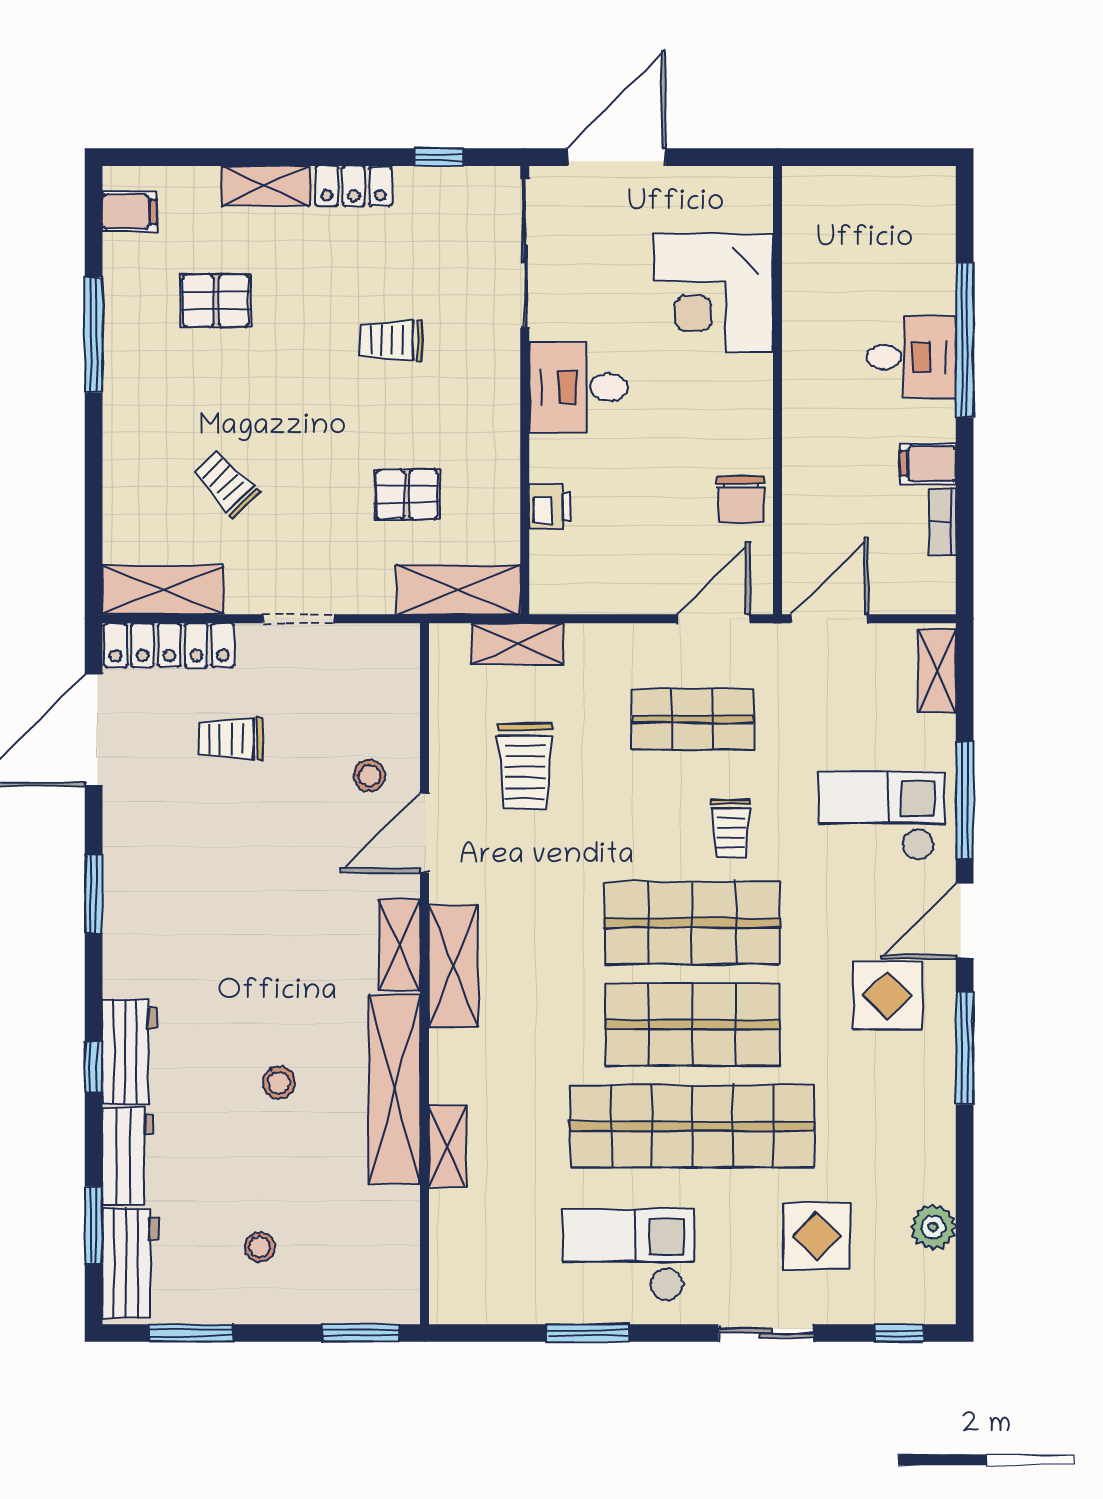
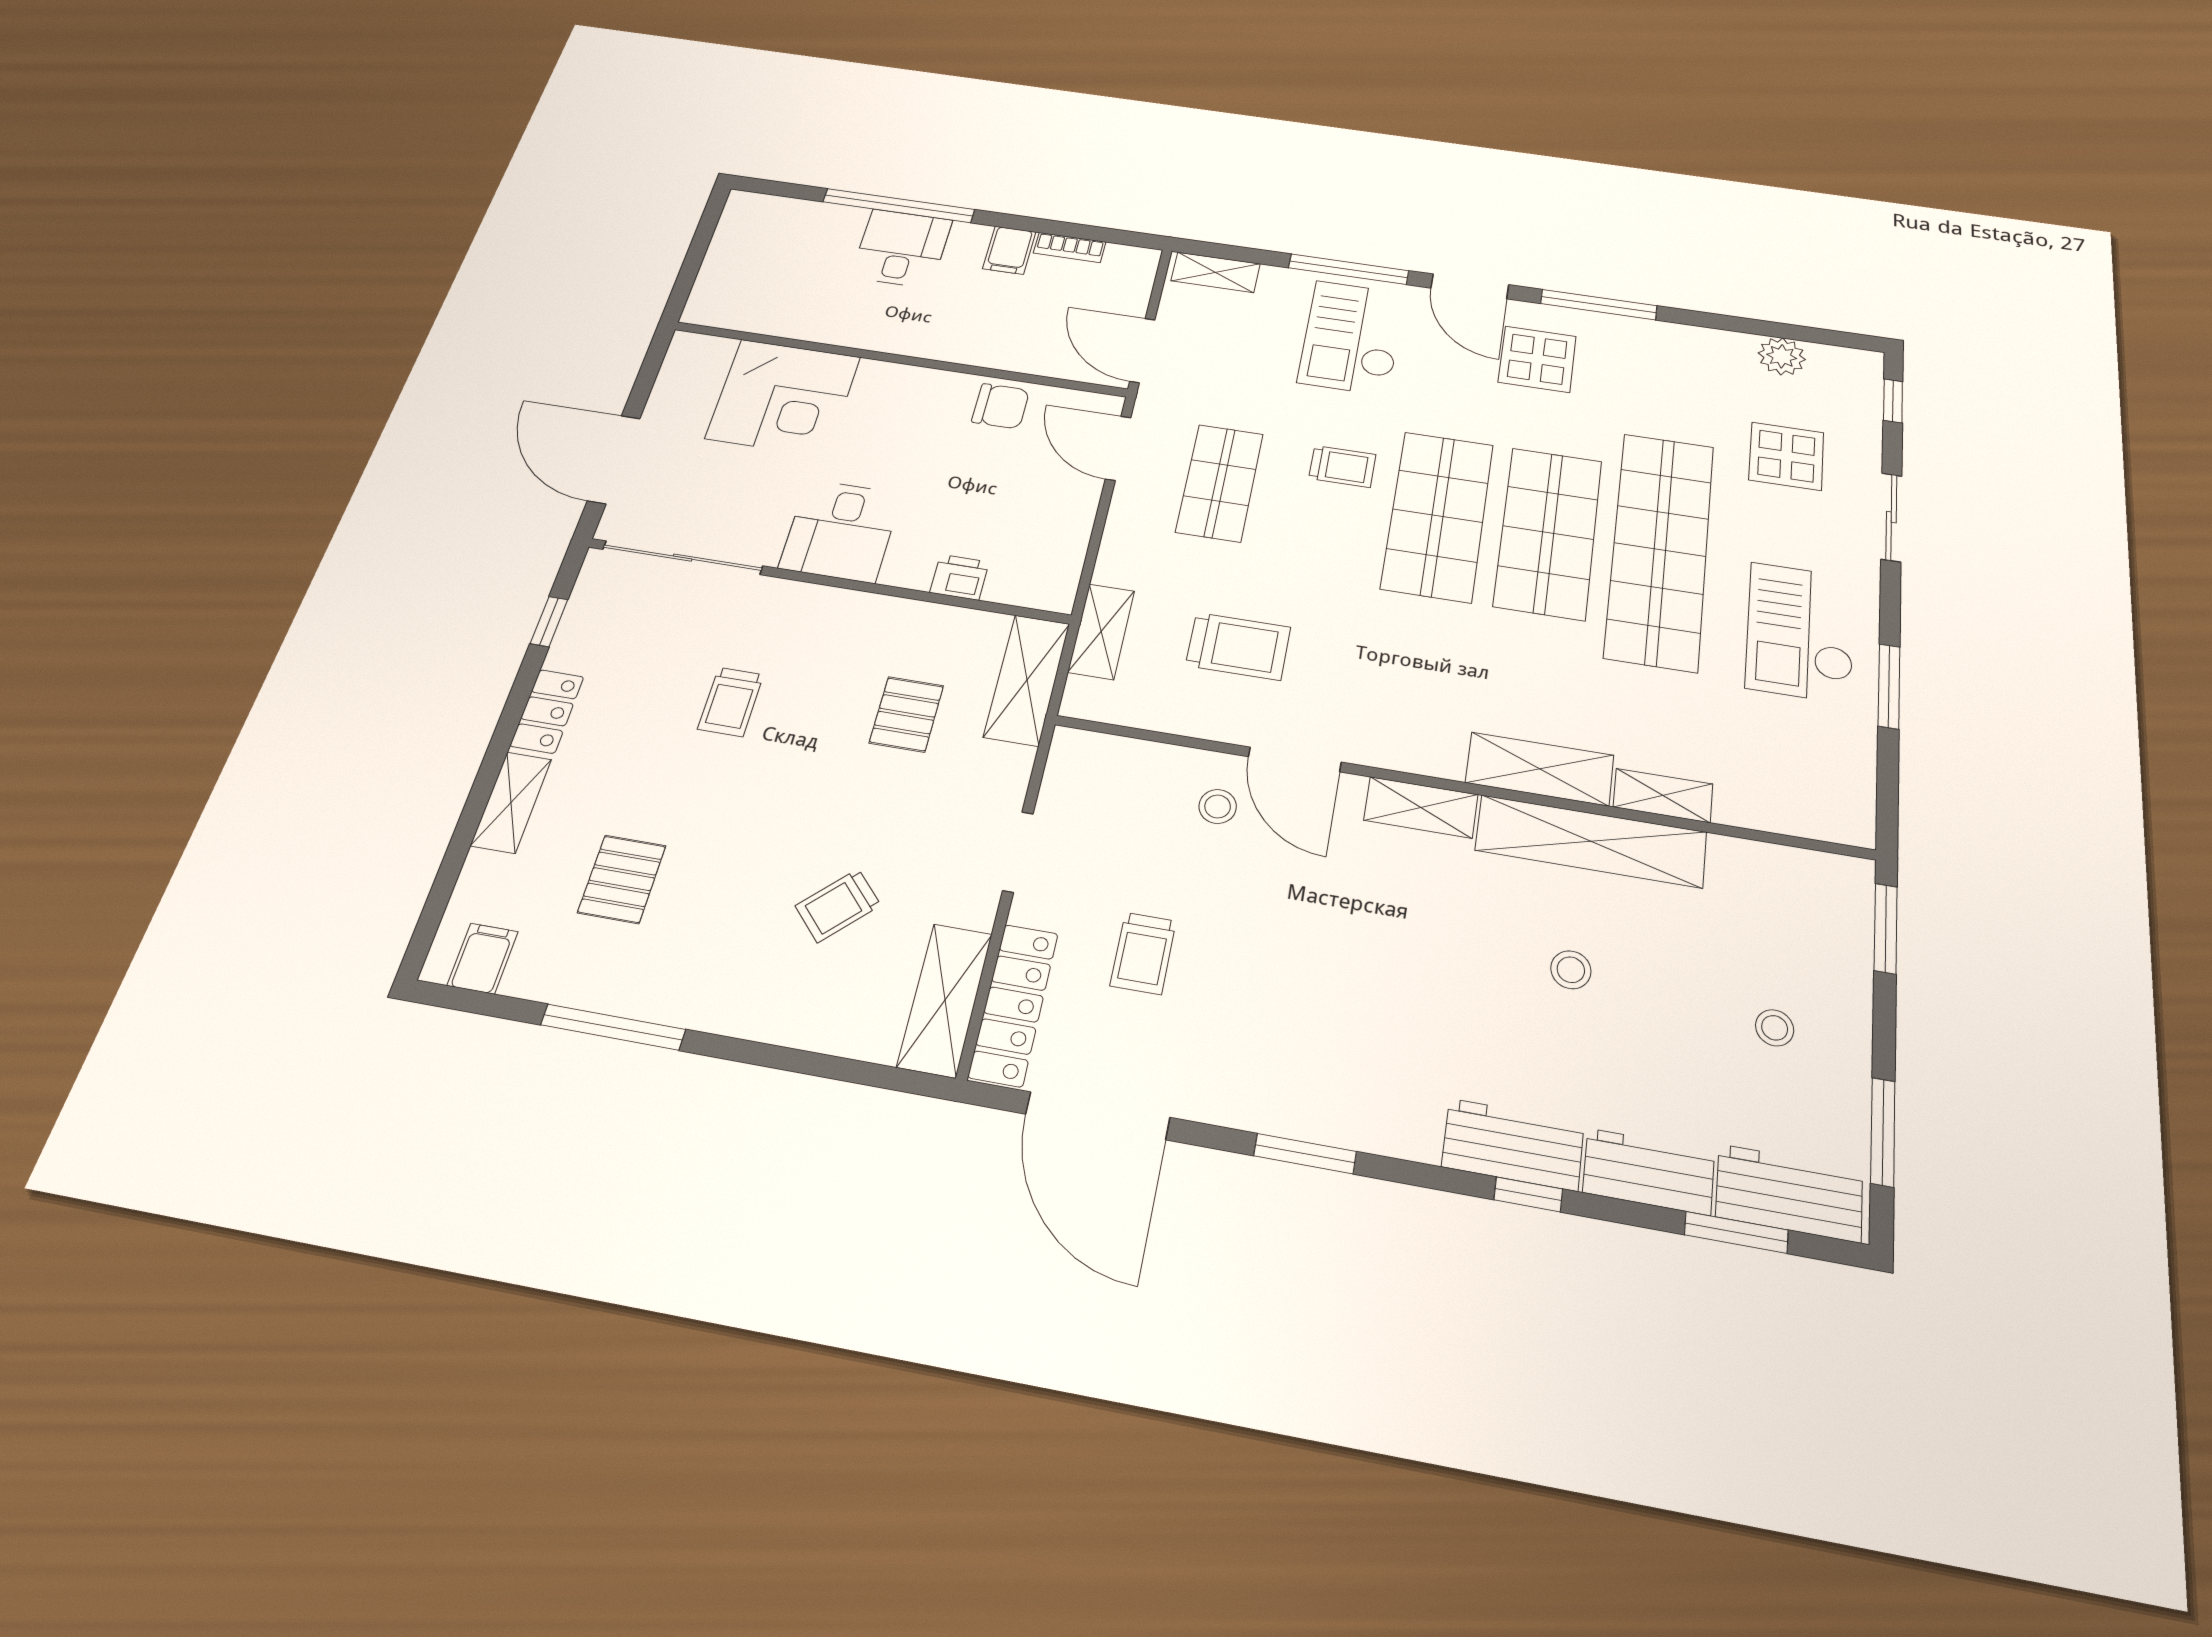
shelving: (453, 966) -> (1540, 769), moved

